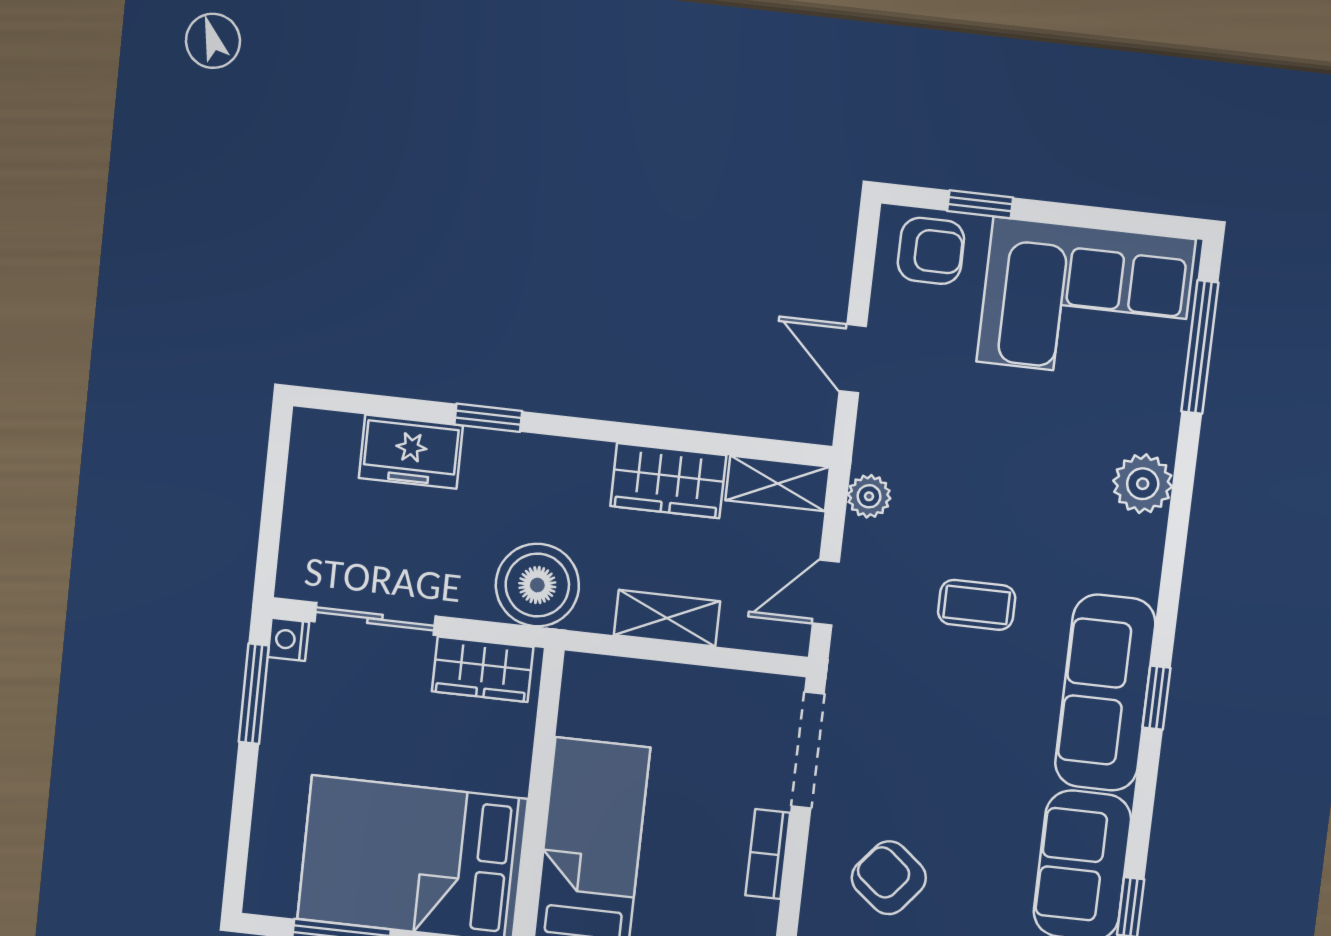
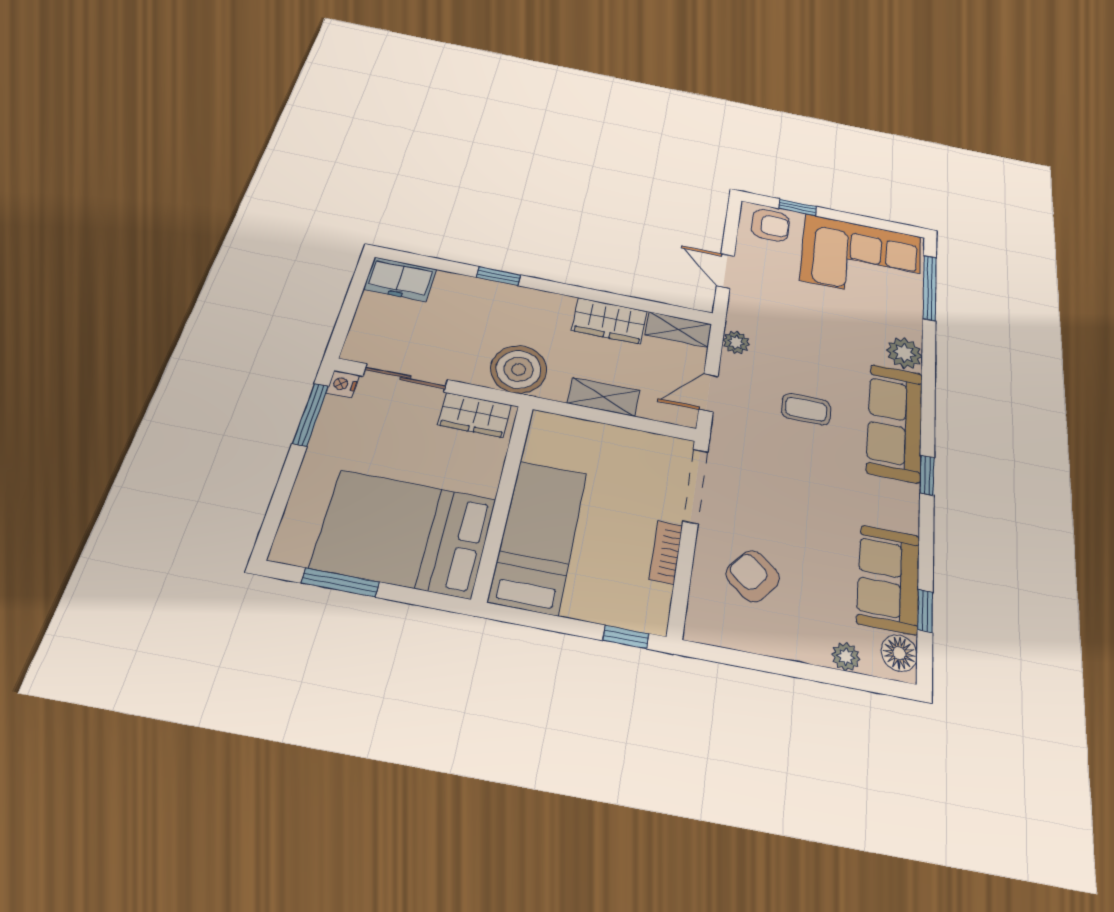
freezer: (411, 452) -> (400, 279), moved
sofa: (1105, 693) -> (895, 422), moved

